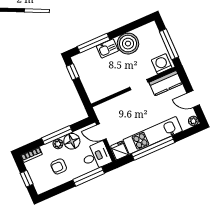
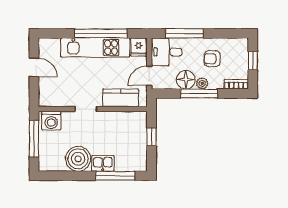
window: (73, 72) -> (151, 137), moved
kitchen counter: (166, 83) -> (121, 98), moved
plant: (193, 121) -> (44, 44), removed
door: (101, 132) -> (149, 76), swing flipped
armchair: (59, 166) -> (212, 59), turned 180

